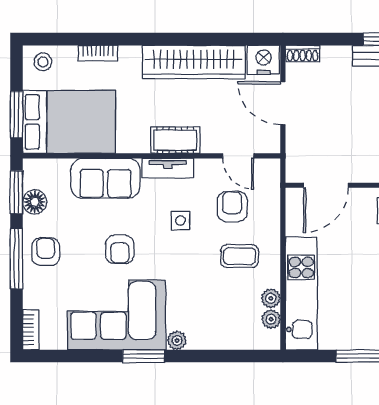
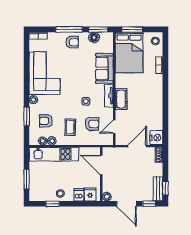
wardrobe: (194, 62) -> (155, 107), removed
armchair: (120, 249) -> (46, 121), moved
window: (144, 356) -> (27, 116), moved

